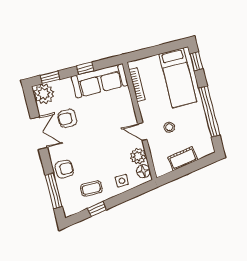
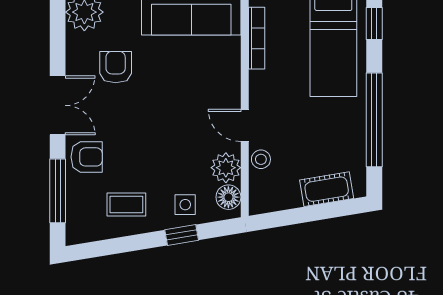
armchair: (67, 118) -> (116, 67), turned 90
stool: (169, 127) -> (261, 159), moved
double door: (39, 133) -> (58, 105), moved
cot: (183, 159) -> (327, 189), moved
window: (97, 209) -> (182, 235), moved

